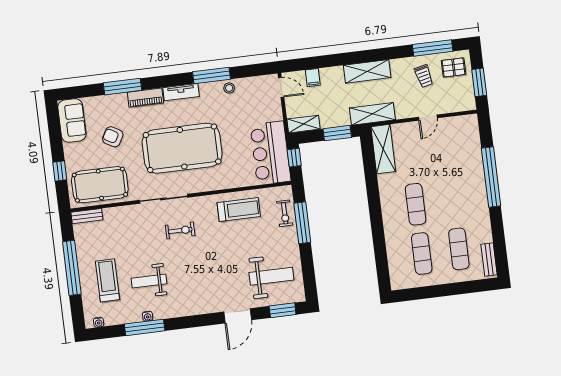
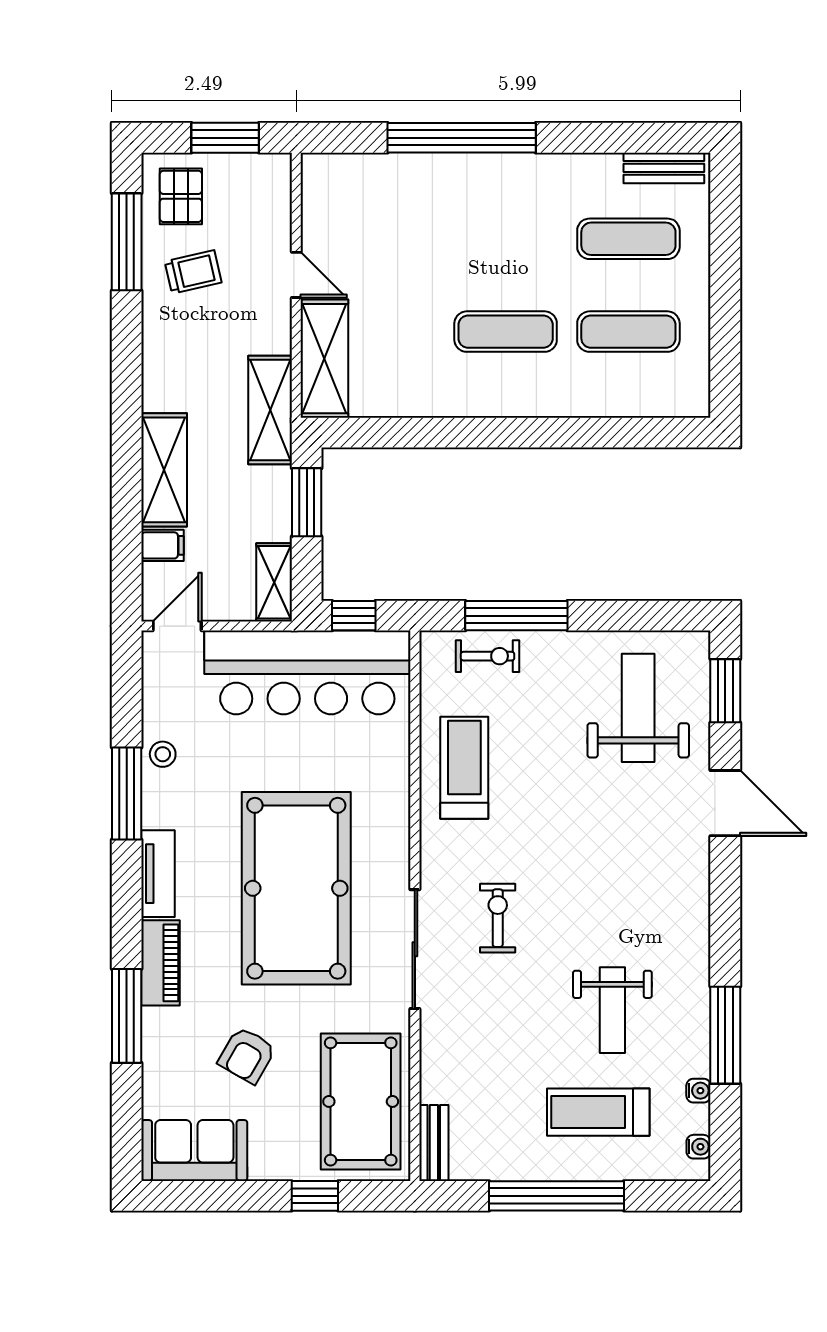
shelving: (367, 71) -> (164, 470), moved
shelving: (383, 149) -> (324, 359), moved, turned 90
bar counter: (270, 153) -> (307, 672), width x1.36
water cooler: (148, 316) -> (698, 1091), moved

